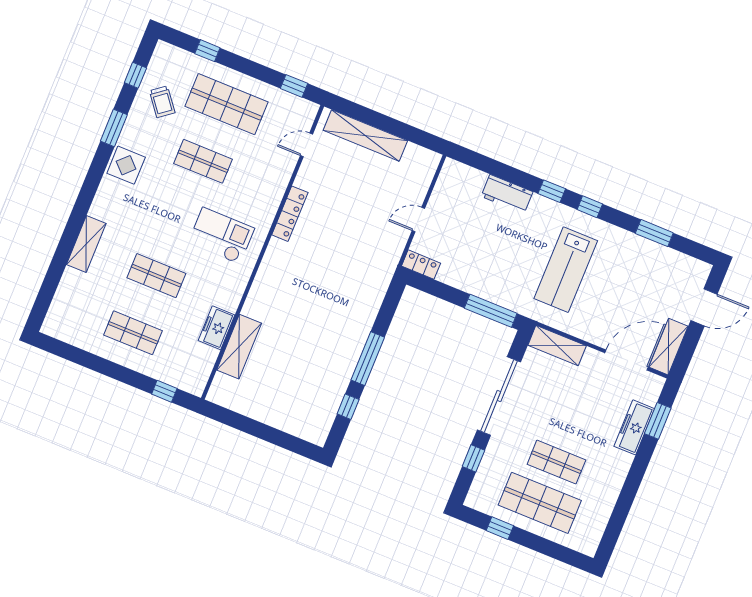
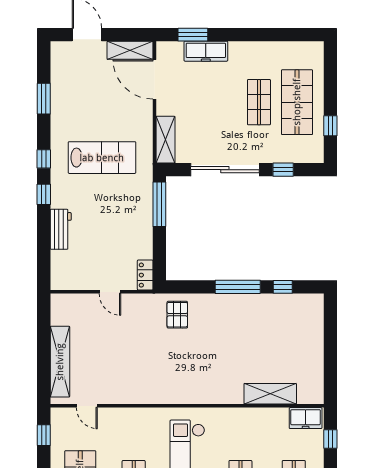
locker: (290, 214) -> (147, 397), removed
pallet: (364, 282) -> (177, 315), added
freezer: (217, 328) -> (306, 418), moved

